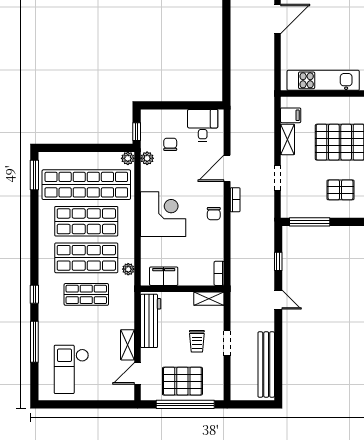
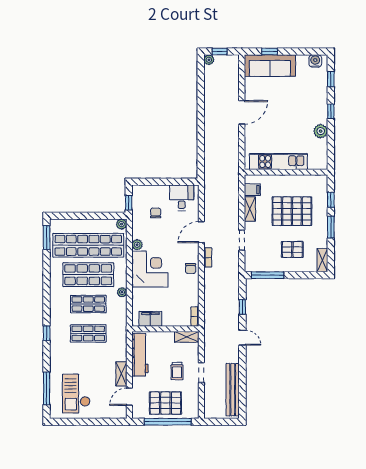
plant: (147, 158) -> (137, 245), moved
shop shelf: (86, 258) -> (88, 304), width x0.70, depth x0.74
plant: (128, 269) -> (122, 292), moved
window: (34, 342) -> (47, 388), moved

